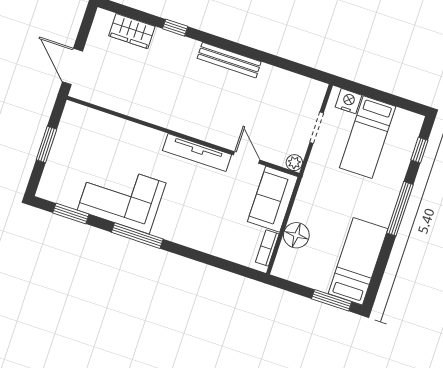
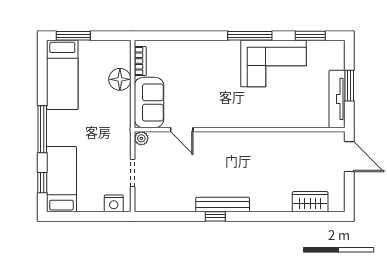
window: (175, 28) -> (215, 216), moved
bed: (368, 137) -> (61, 179), moved
tv unit: (197, 153) -> (337, 99), moved, turned -90

